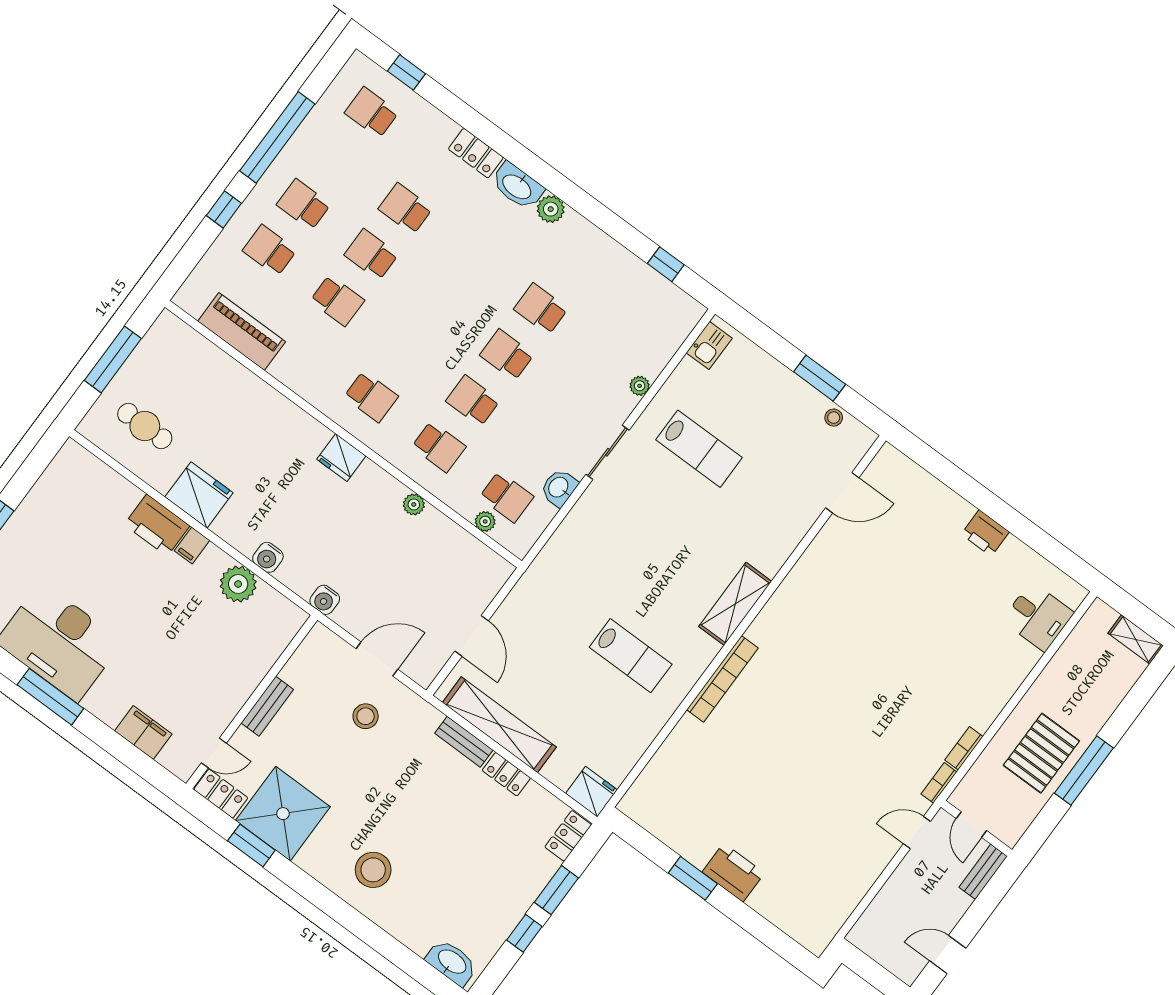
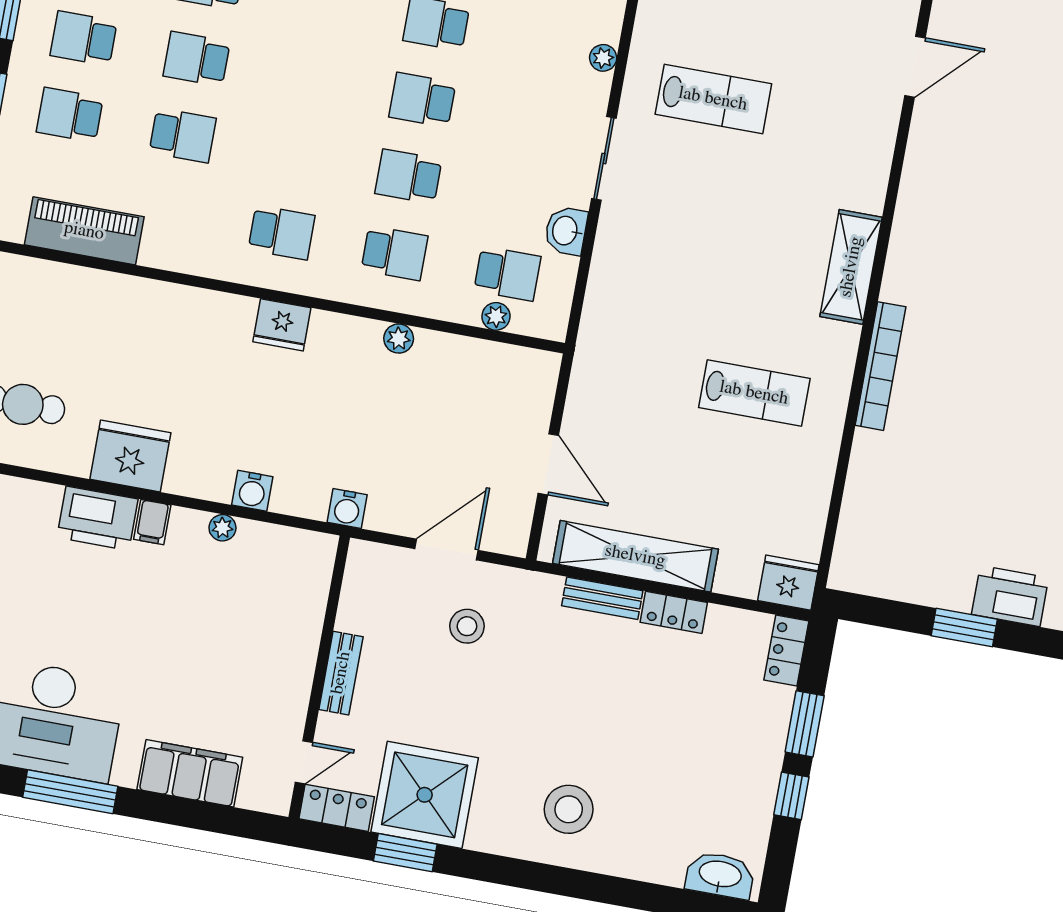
plant: (238, 584) -> (222, 528), width x0.53, depth x0.53
filing cabinet: (143, 733) -> (190, 773), width x1.50, depth x1.17

